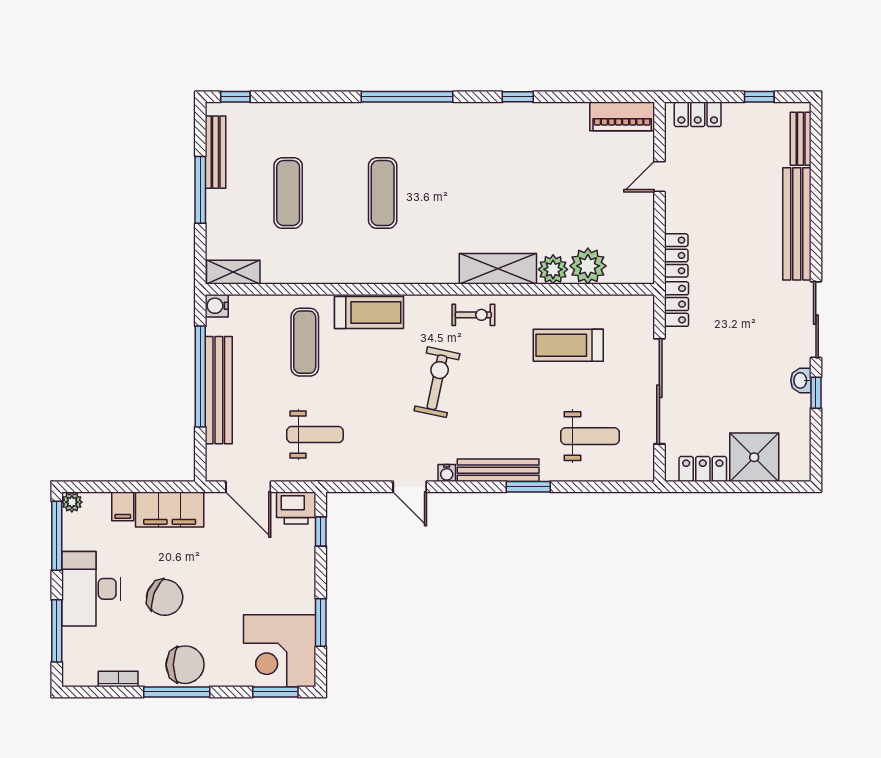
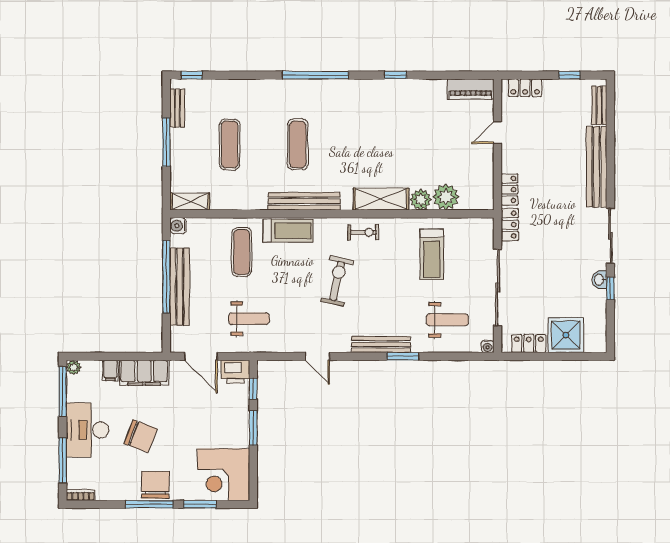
bench: (216, 152) -> (177, 108), width x0.73
bench: (391, 272) -> (304, 201), added
treadmill: (568, 345) -> (432, 254), turned -90
water cooler: (447, 473) -> (488, 346), moved
window: (321, 623) -> (253, 428), moved
chair: (185, 665) -> (155, 485), turned -90
bookcase: (118, 679) -> (81, 495), moved
window: (275, 692) -> (200, 504), moved

